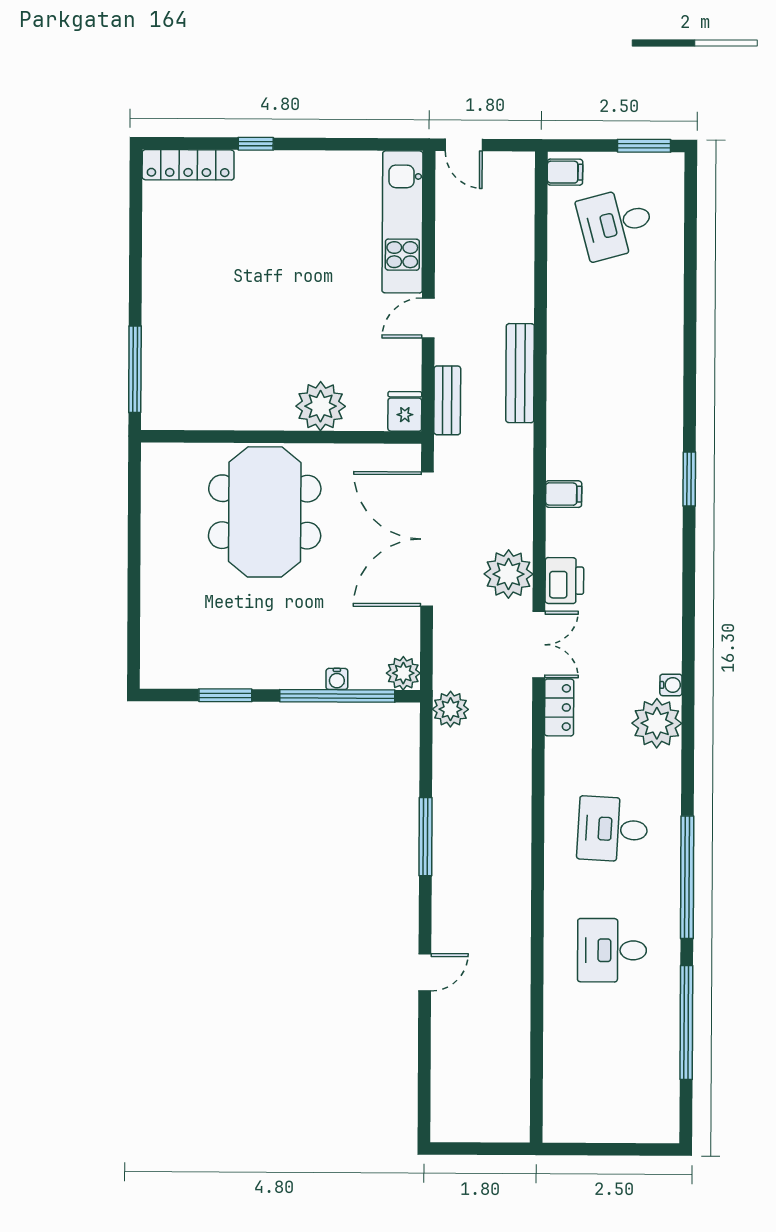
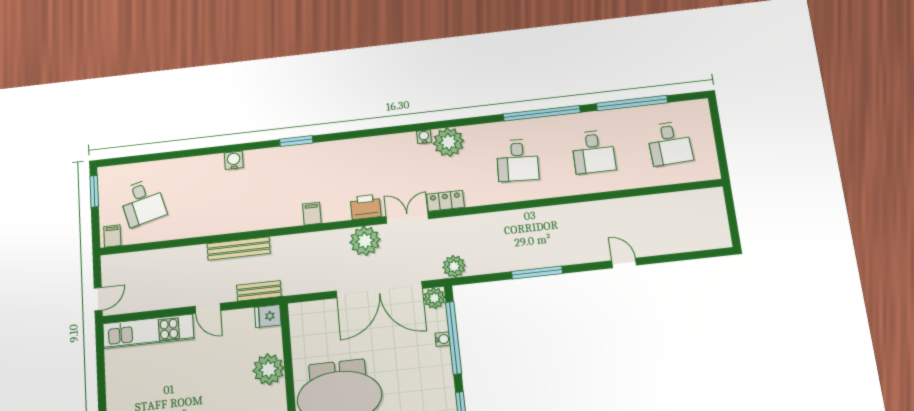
water cooler: (669, 375) -> (234, 160), added
double door: (427, 539) -> (379, 290), moved
desk: (611, 1071) -> (670, 143), added

